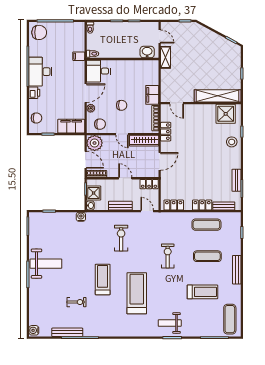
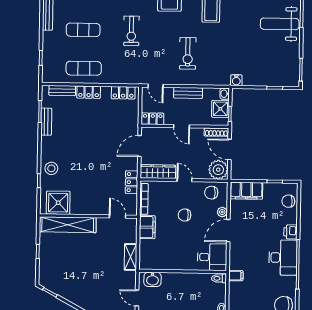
shelving: (166, 57) -> (130, 257), moved

